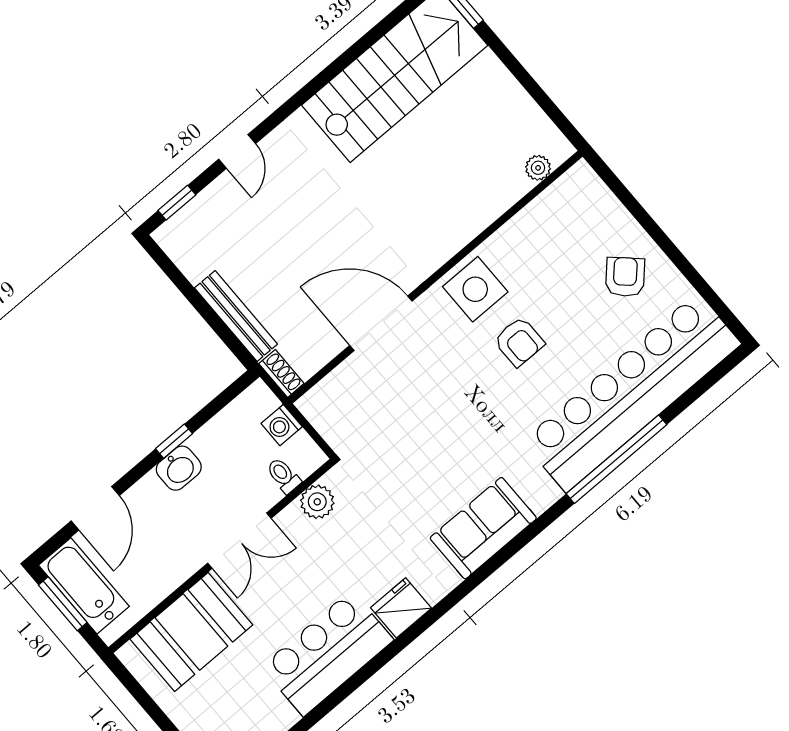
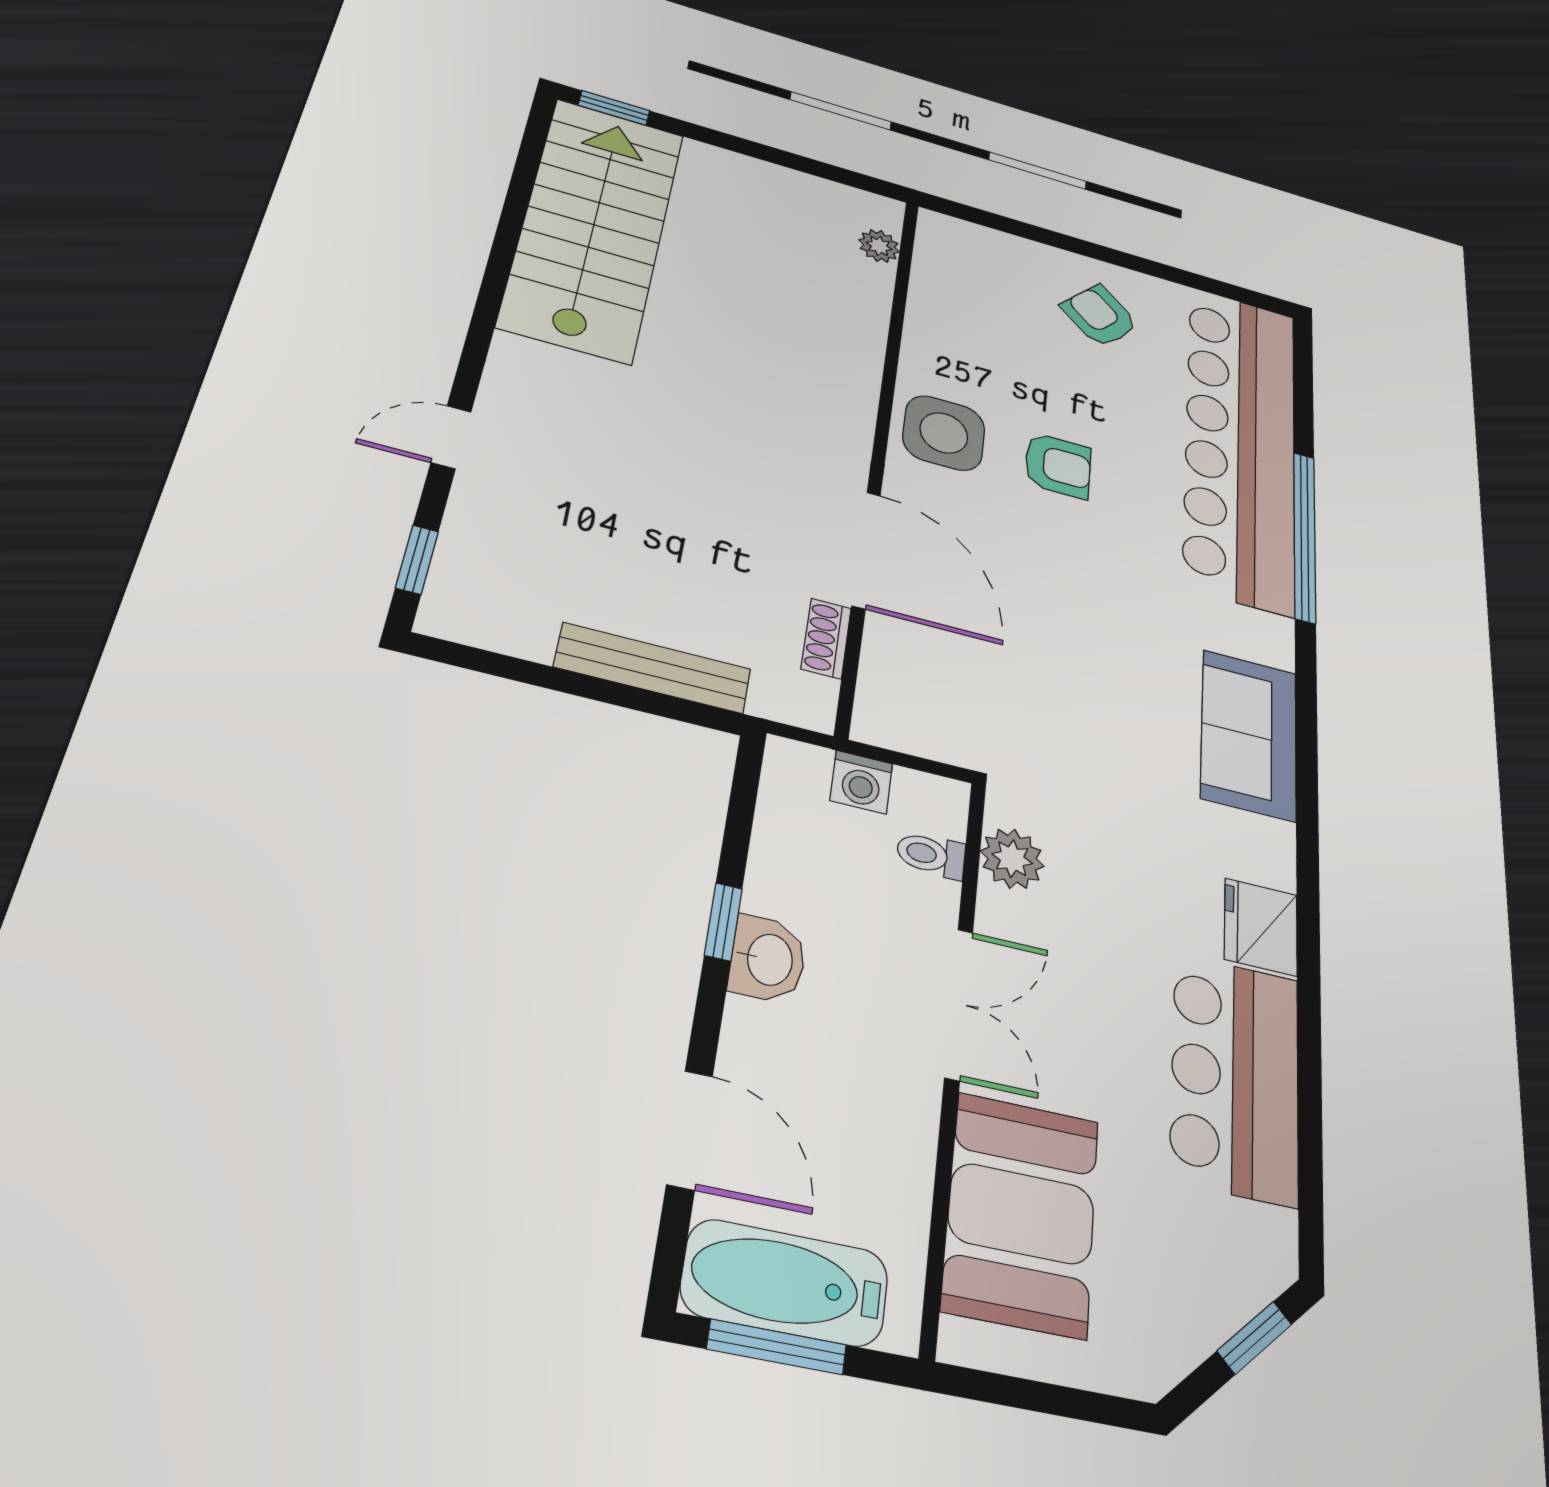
door: (237, 151) -> (451, 437), swing flipped
door: (381, 323) -> (866, 550), swing flipped
shoe rack: (281, 374) -> (826, 638), moved, turned -90

